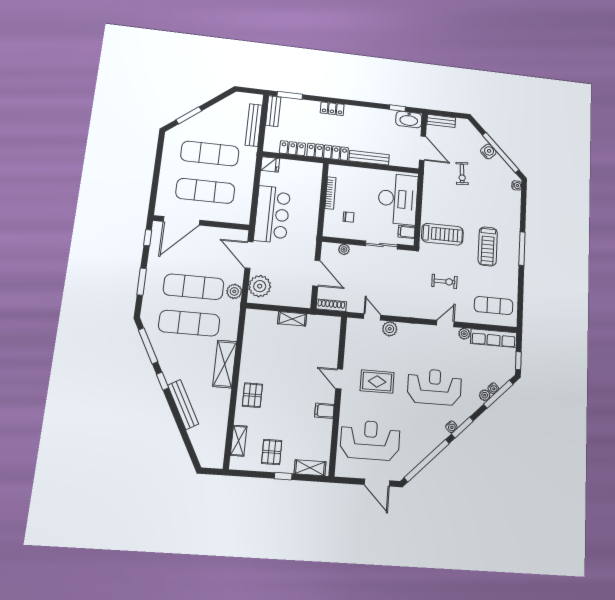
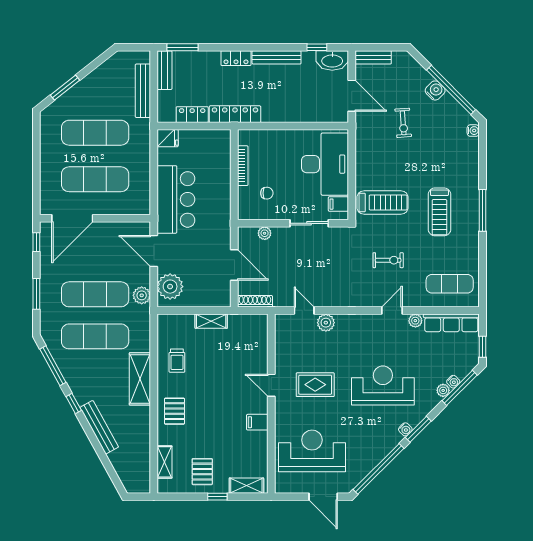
bench: (369, 158) -> (277, 57), moved
trolley: (259, 351) -> (177, 361), added

